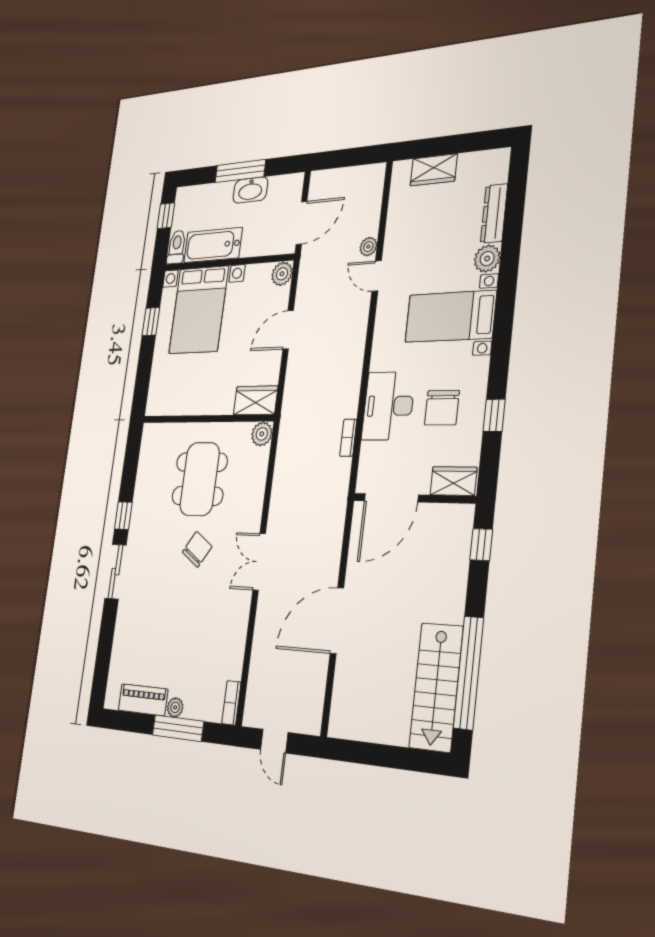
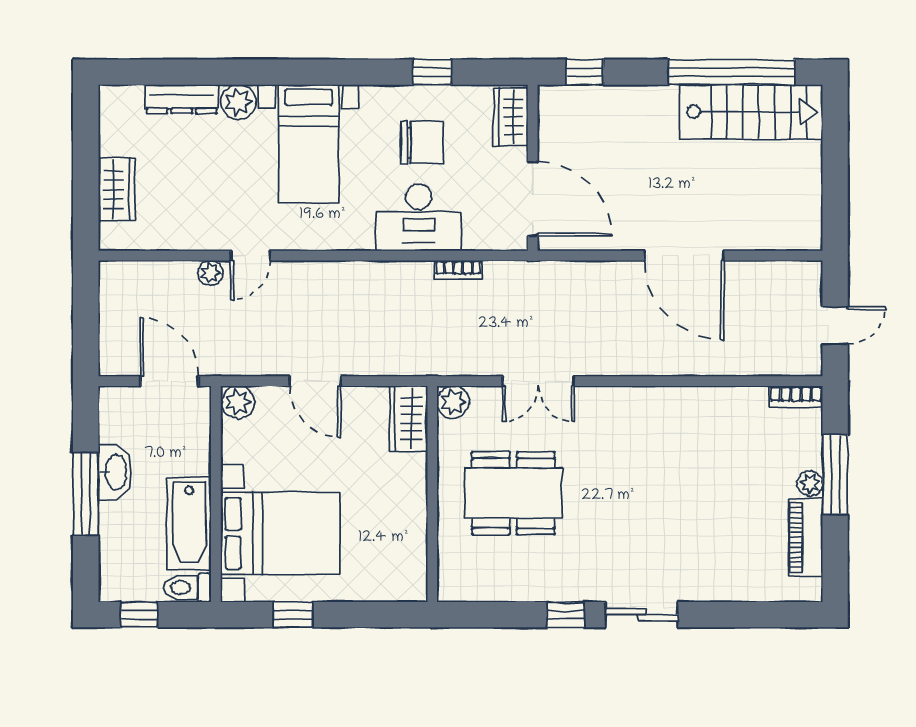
chair: (197, 549) -> (606, 482), removed
double door: (259, 562) -> (538, 381), moved

